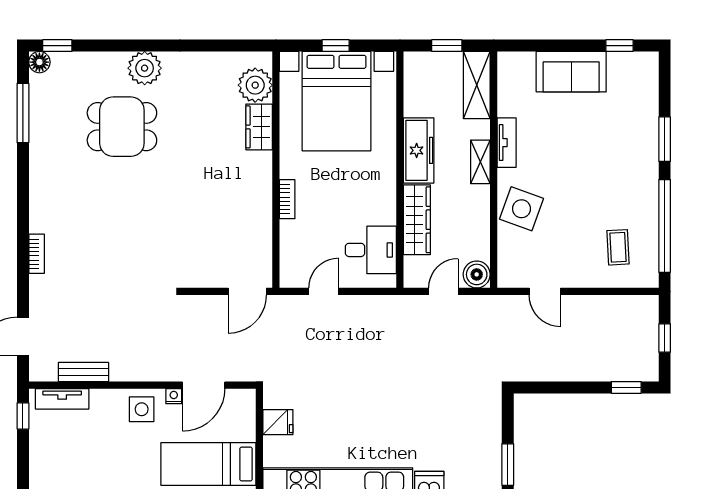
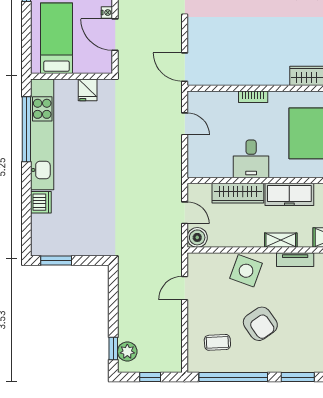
armchair: (593, 190) -> (260, 324), added
desk: (371, 250) -> (251, 159), moved
plant: (630, 369) -> (127, 352), added

